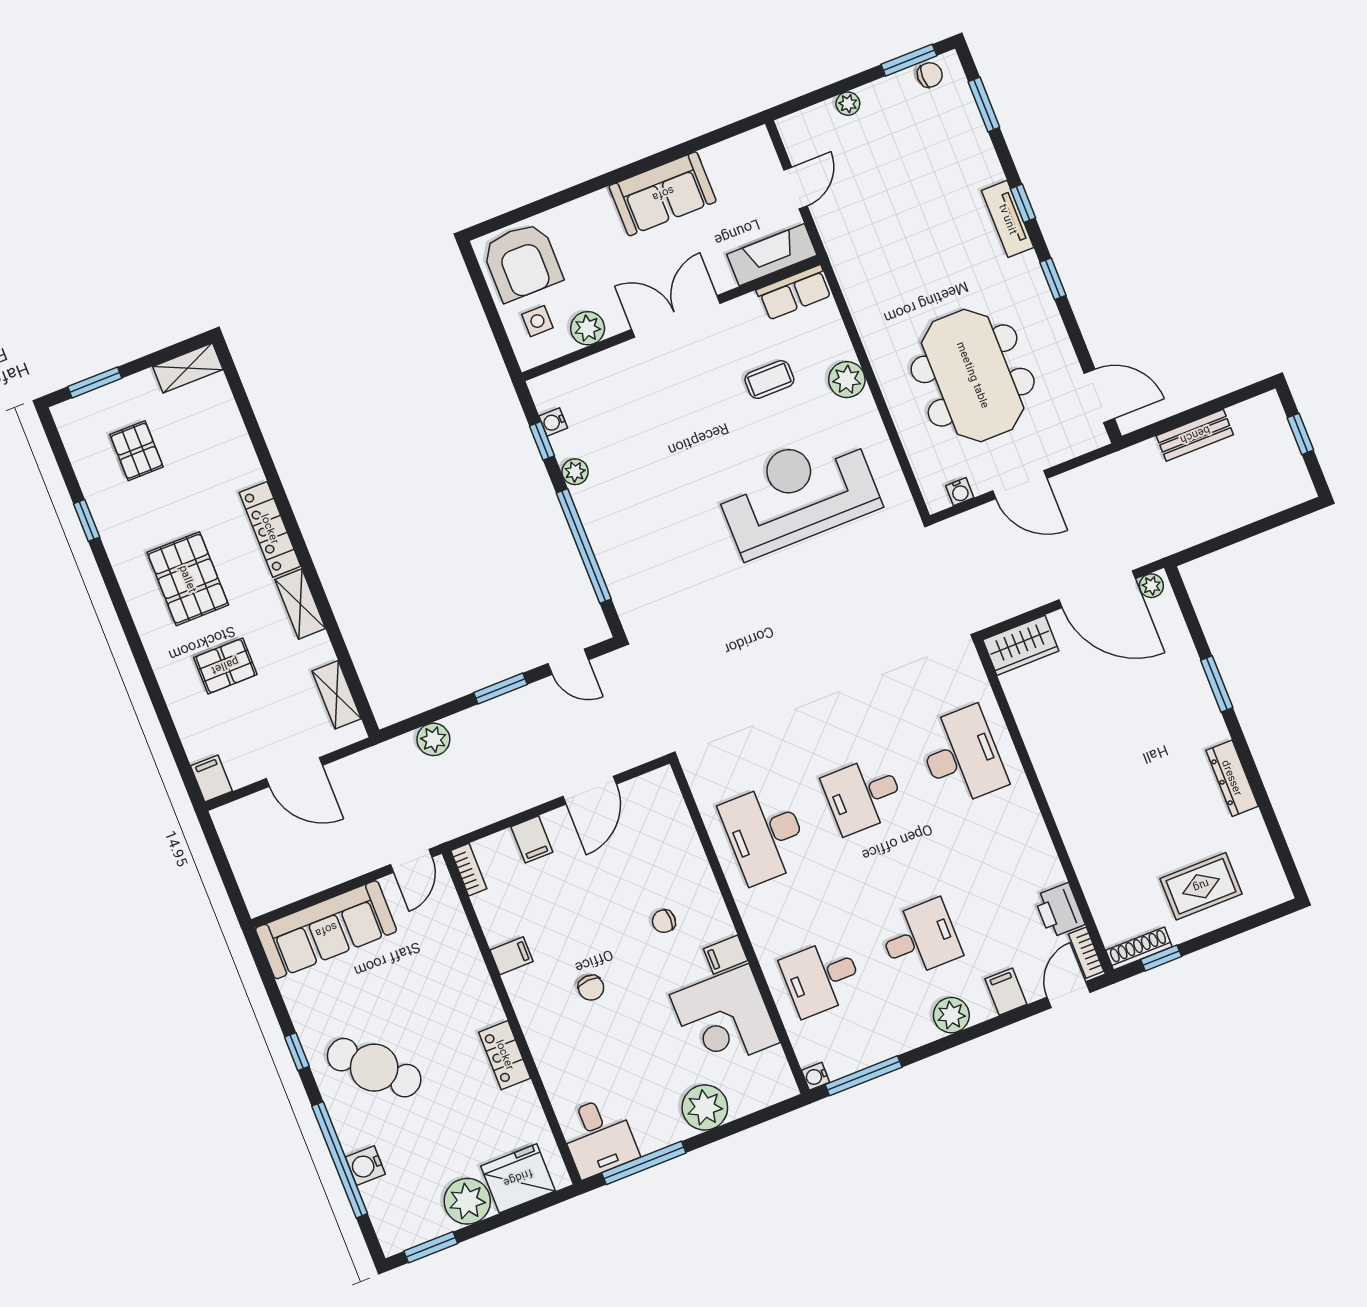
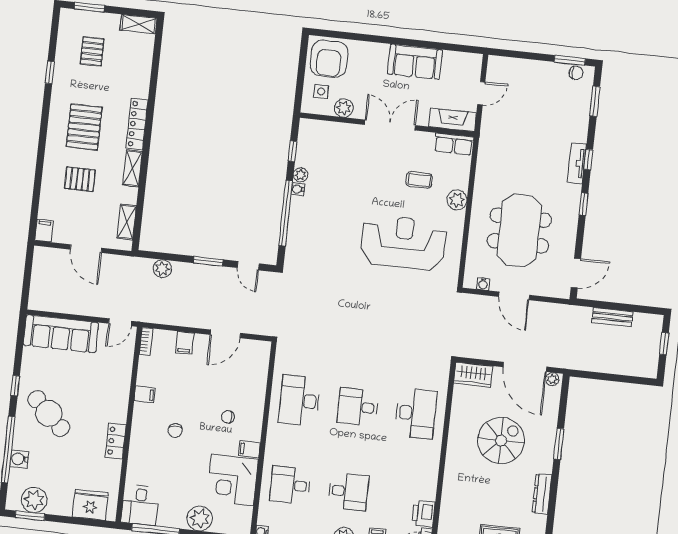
plant: (848, 104) -> (529, 66), removed
door: (1099, 396) -> (576, 273), hinge flipped
water cooler: (553, 422) -> (298, 189), moved
spiral stairs: (1121, 727) -> (501, 441), added
plant: (467, 1201) -> (34, 500), moved

